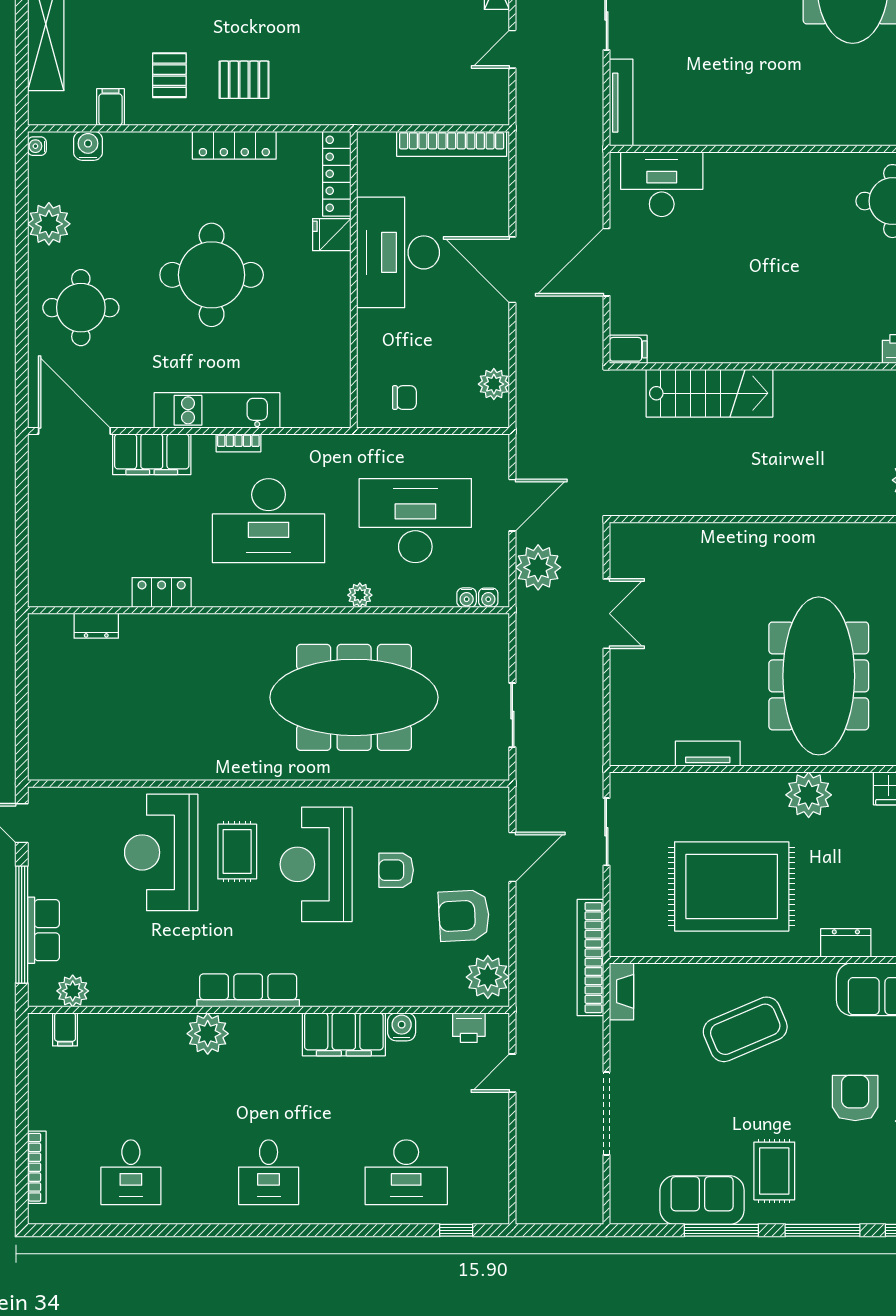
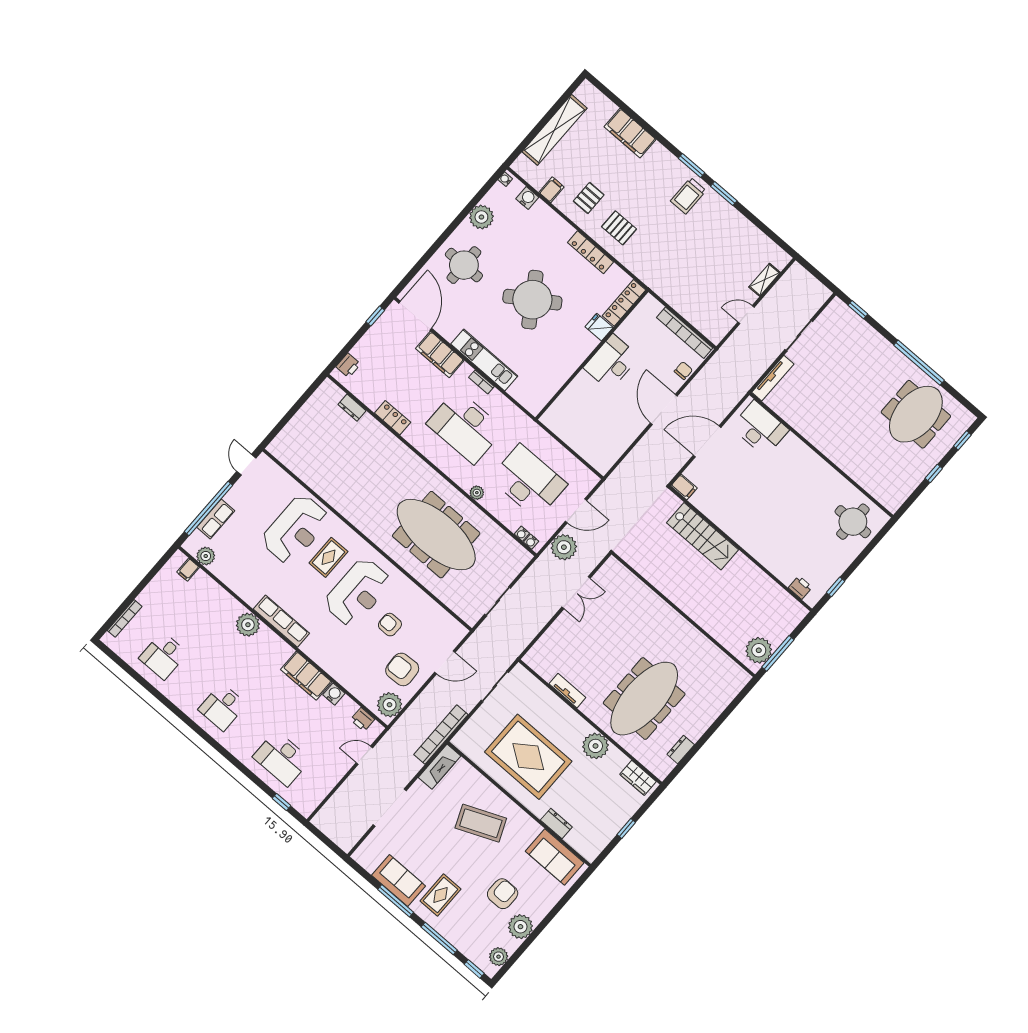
desk: (398, 252) -> (611, 362), width x0.73, depth x0.77
round table: (212, 275) -> (532, 300), turned -33
plant: (494, 384) -> (613, 452), removed
chair: (404, 398) -> (683, 371), moved, turned -90
window: (22, 477) -> (375, 316), added
printer: (43, 574) -> (348, 365), added
reception desk: (161, 852) -> (295, 529), turned 180
reception desk: (316, 864) -> (358, 592), turned 180
fireplace: (622, 991) -> (439, 767), width x1.37, depth x1.32

